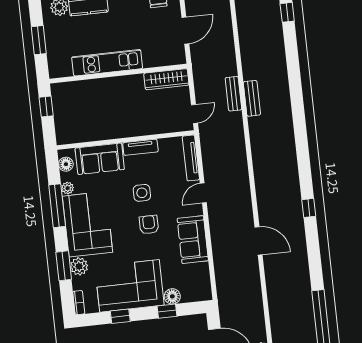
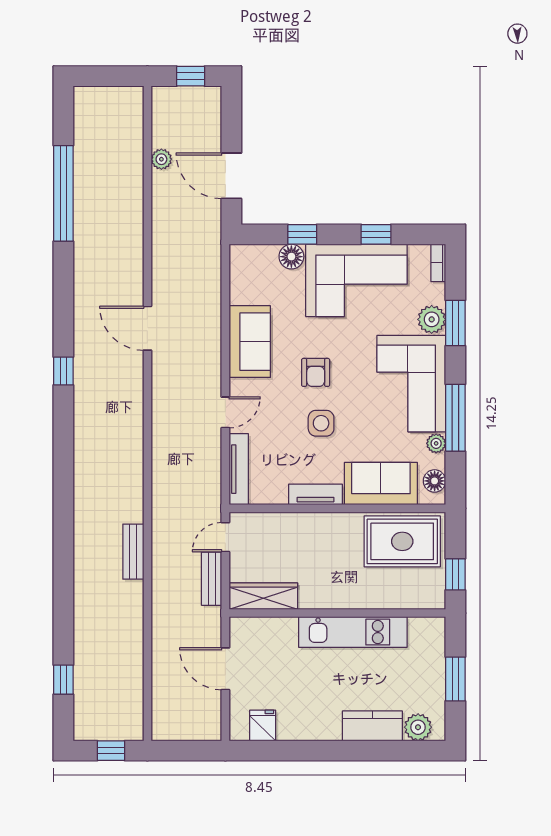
door: (185, 31) -> (225, 669), hinge flipped
bench: (233, 94) -> (212, 579), moved
rug: (82, 124) -> (402, 541), added

